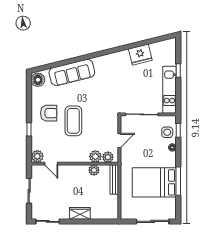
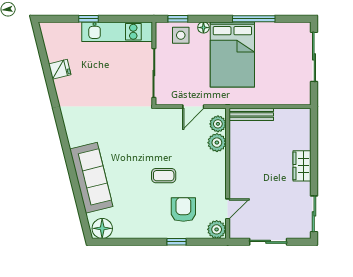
fridge: (140, 55) -> (60, 69), width x0.53, depth x0.75
armchair: (49, 113) -> (183, 209), moved
coffee table: (73, 121) -> (164, 176), width x0.54, depth x0.58
door: (119, 141) -> (193, 107), swing flipped
plant: (94, 170) -> (237, 145), removed
bed: (154, 182) -> (232, 55), moved

